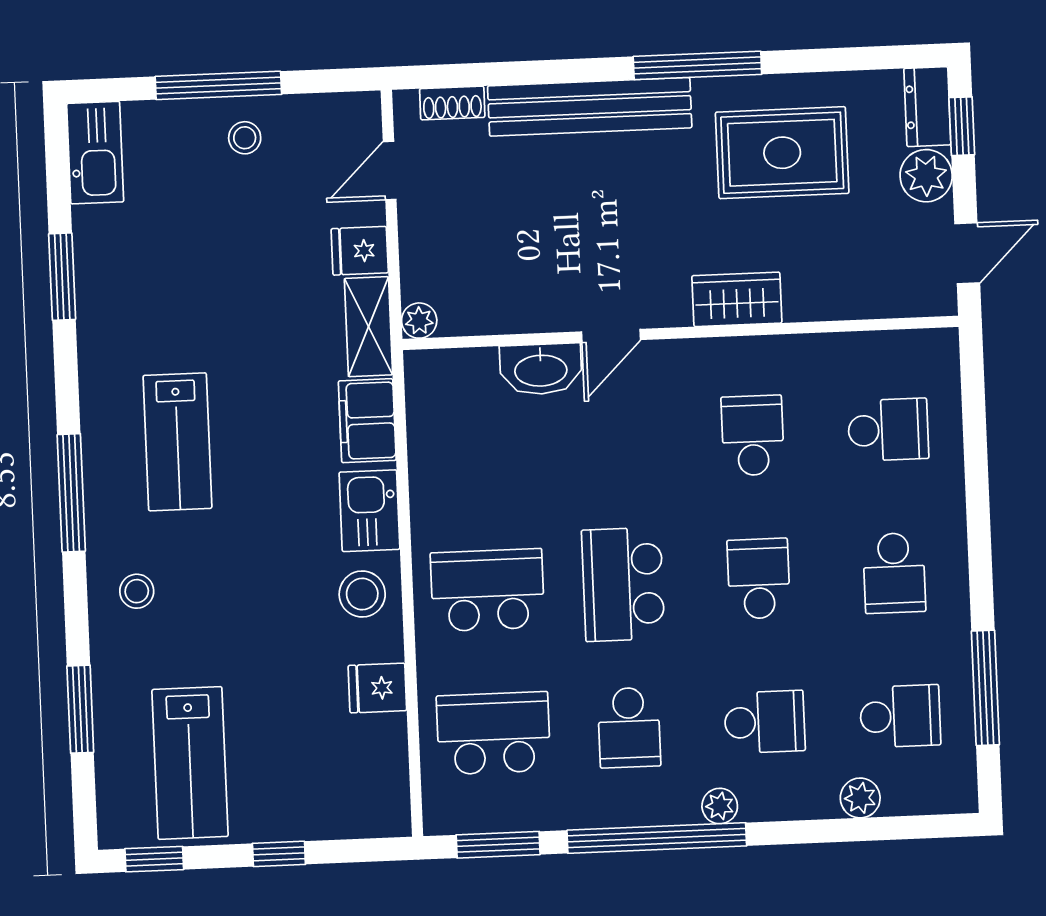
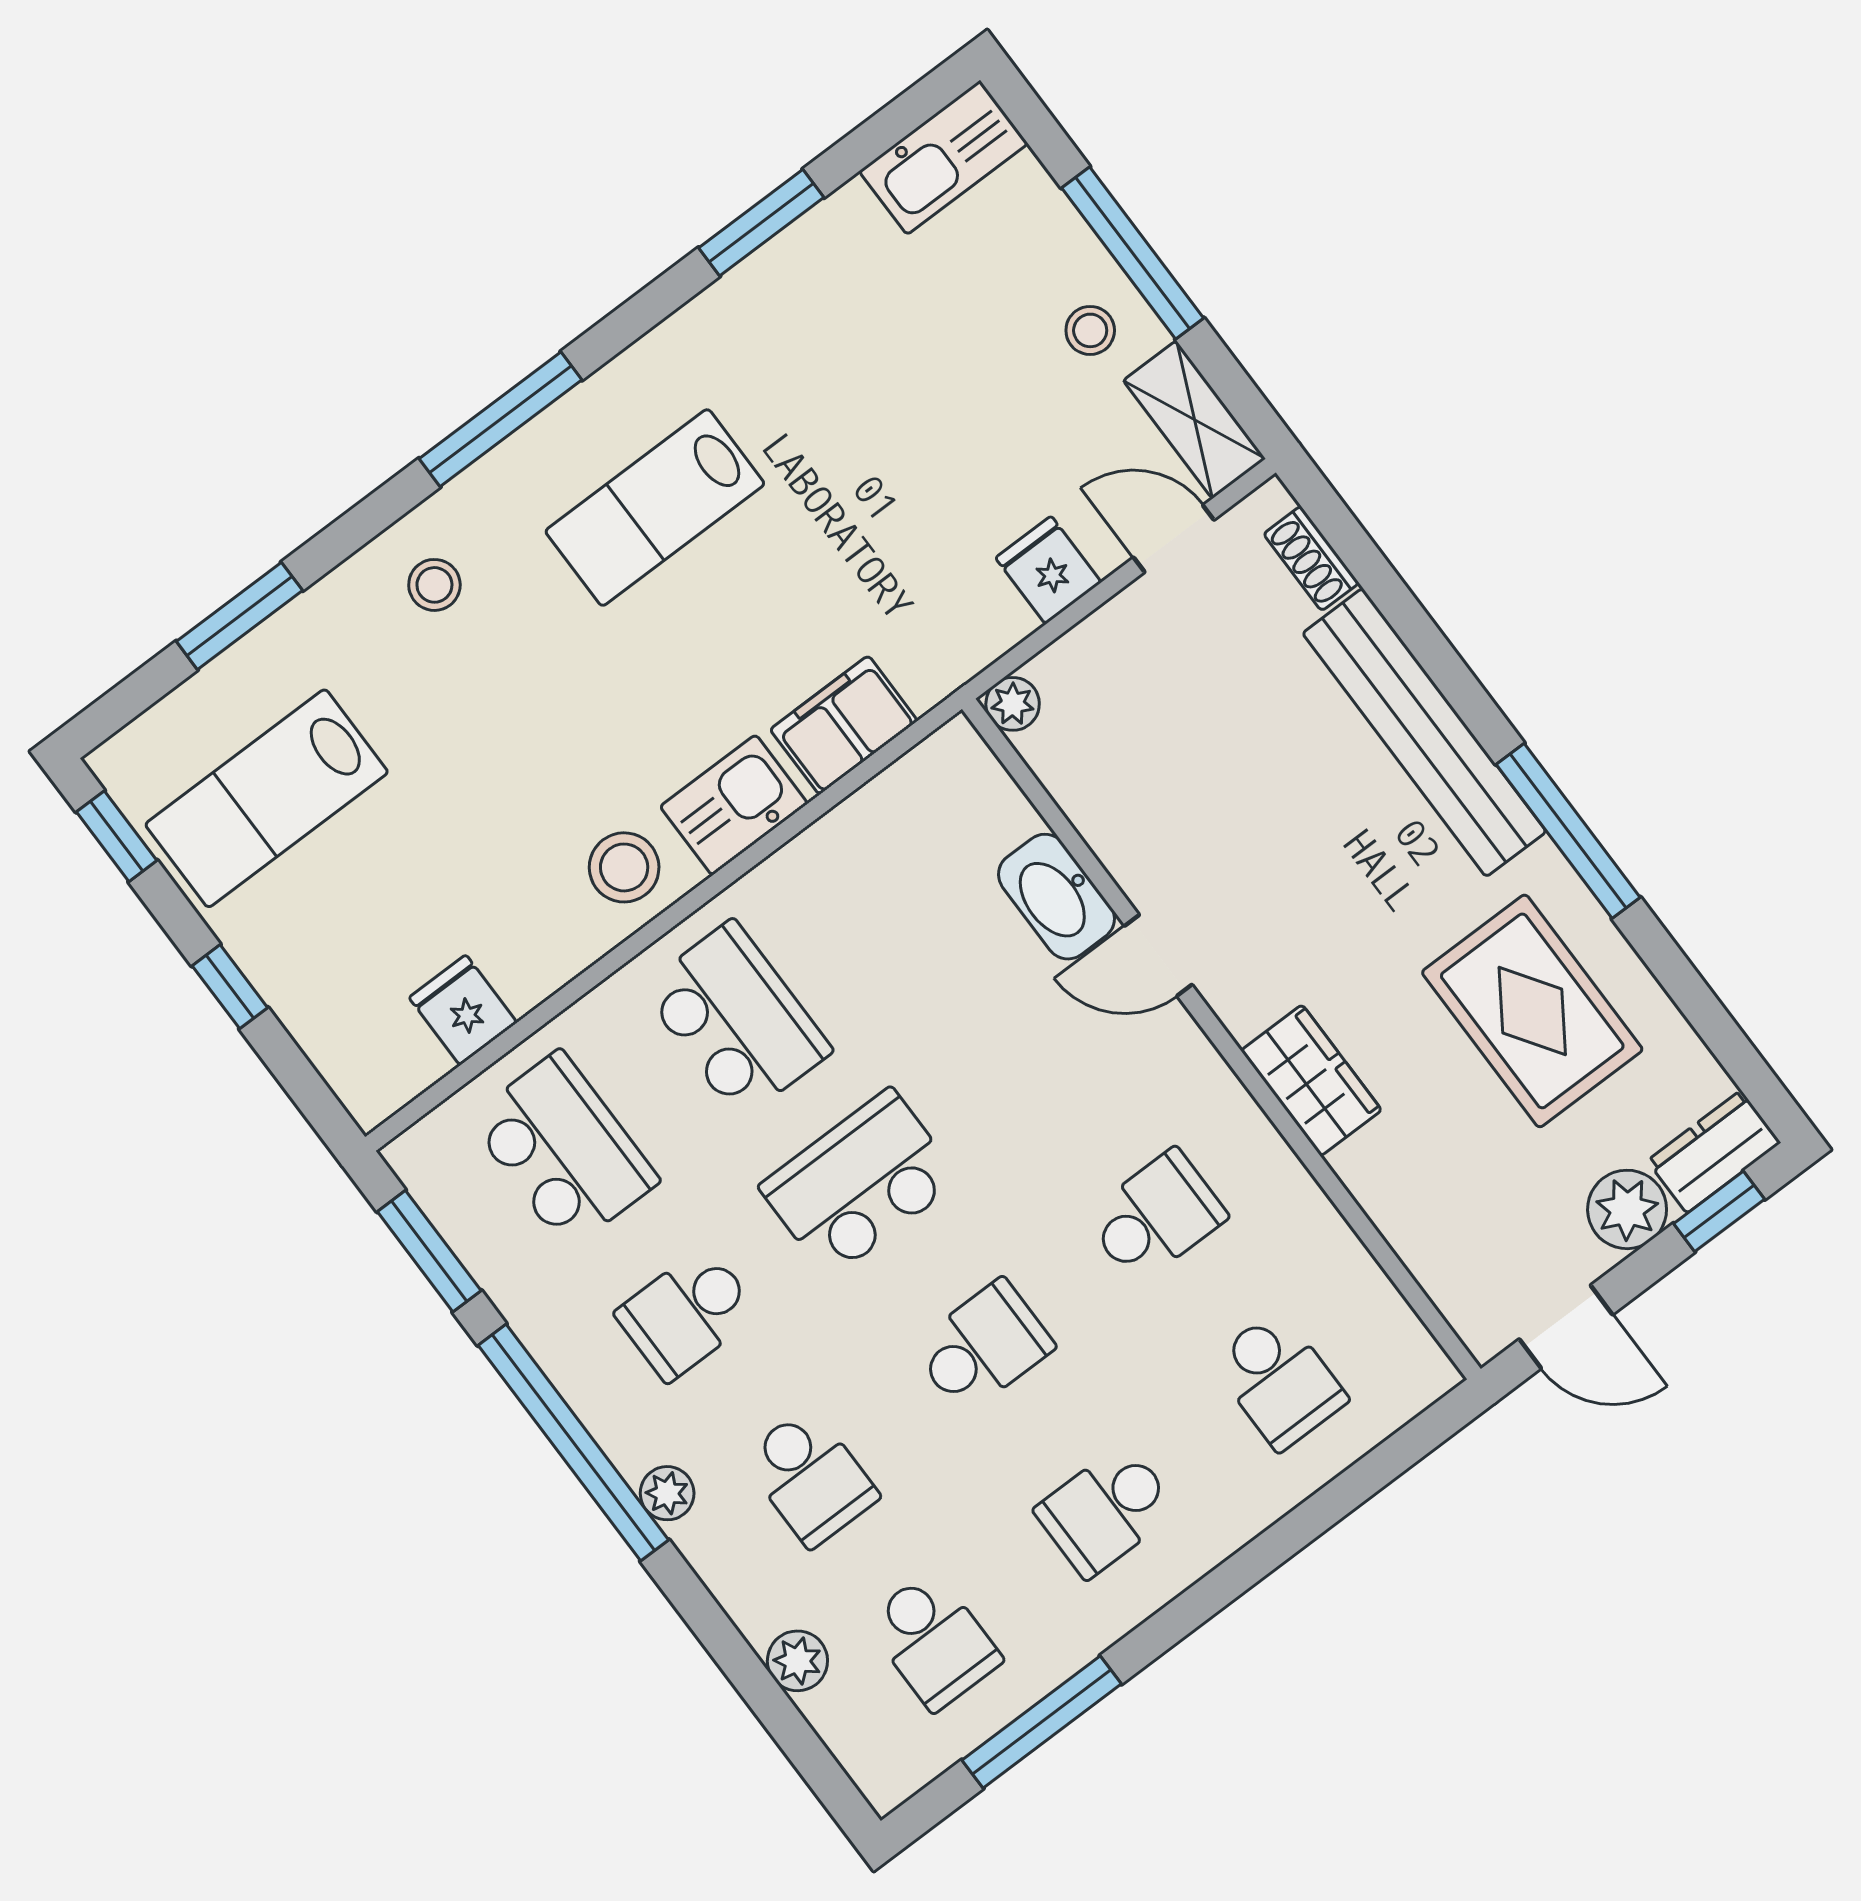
shelving: (368, 327) -> (1194, 420), moved, turned 90
fridge: (377, 688) -> (463, 1010), moved

